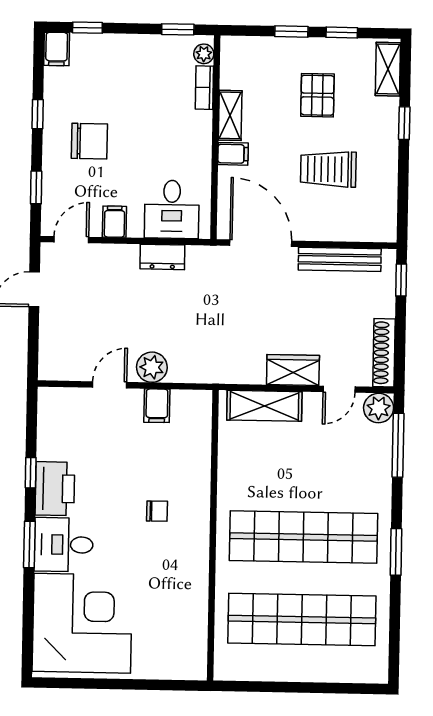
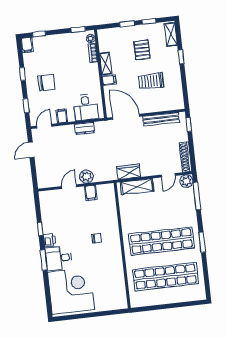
wardrobe: (293, 370) -> (129, 172), moved
printer: (55, 489) -> (49, 240), width x0.53, depth x0.68

